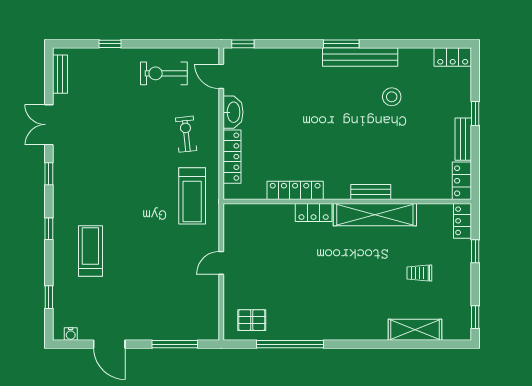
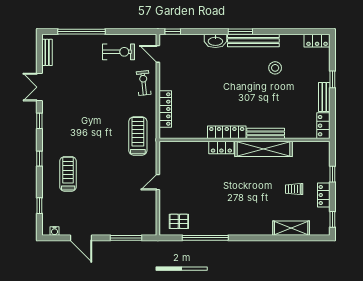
window: (110, 44) -> (82, 32), width x3.17
exercise bike: (164, 73) -> (119, 52), turned 180
washbasin: (233, 112) -> (215, 41), moved, turned 90
exercise bike: (186, 134) -> (144, 83), moved
locker: (295, 190) -> (227, 132), moved
bench: (371, 192) -> (266, 133), width x1.36
treadmill: (192, 196) -> (138, 136), turned 180
locker: (463, 221) -> (324, 195), moved

